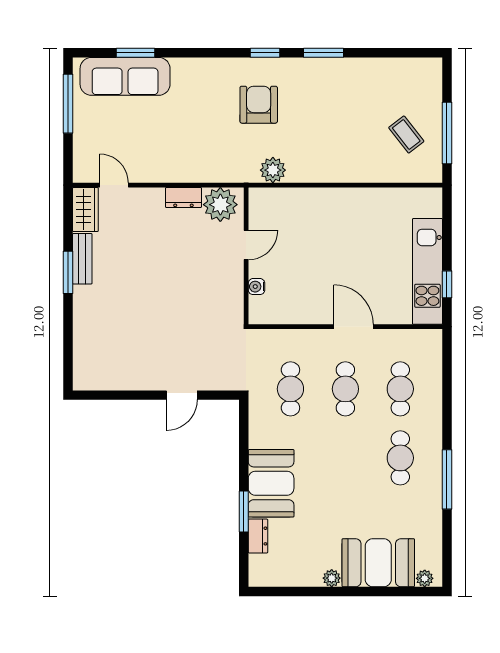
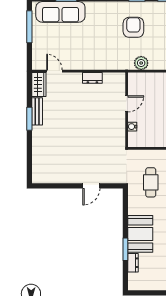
plant: (220, 205) -> (112, 82), removed

